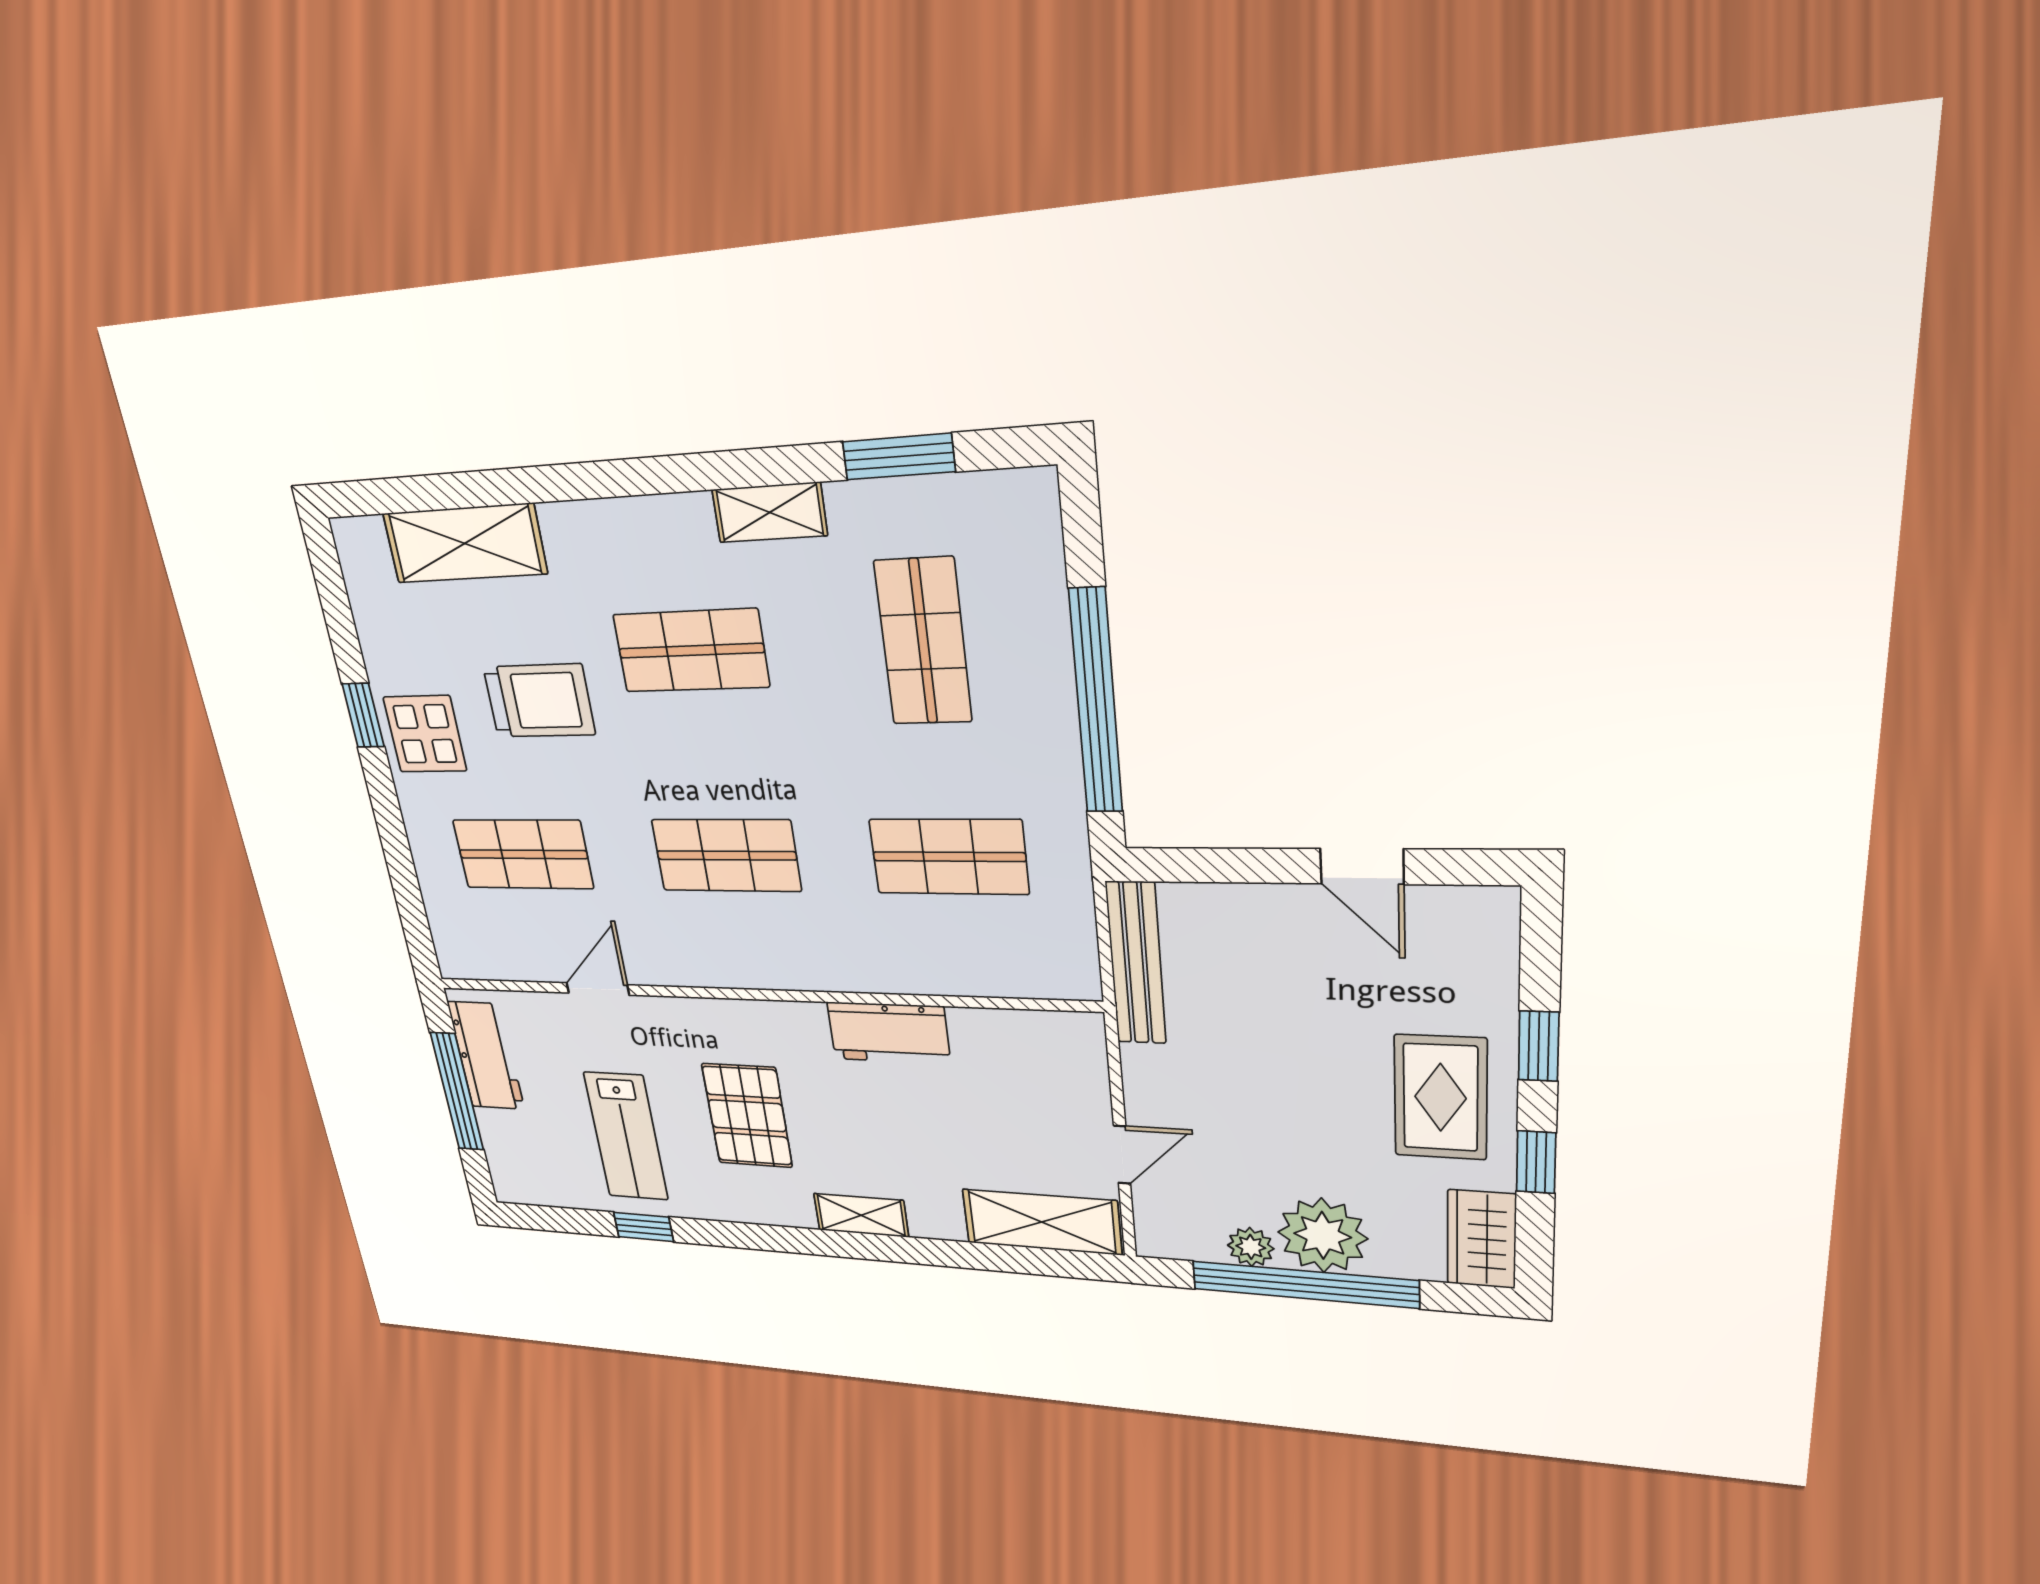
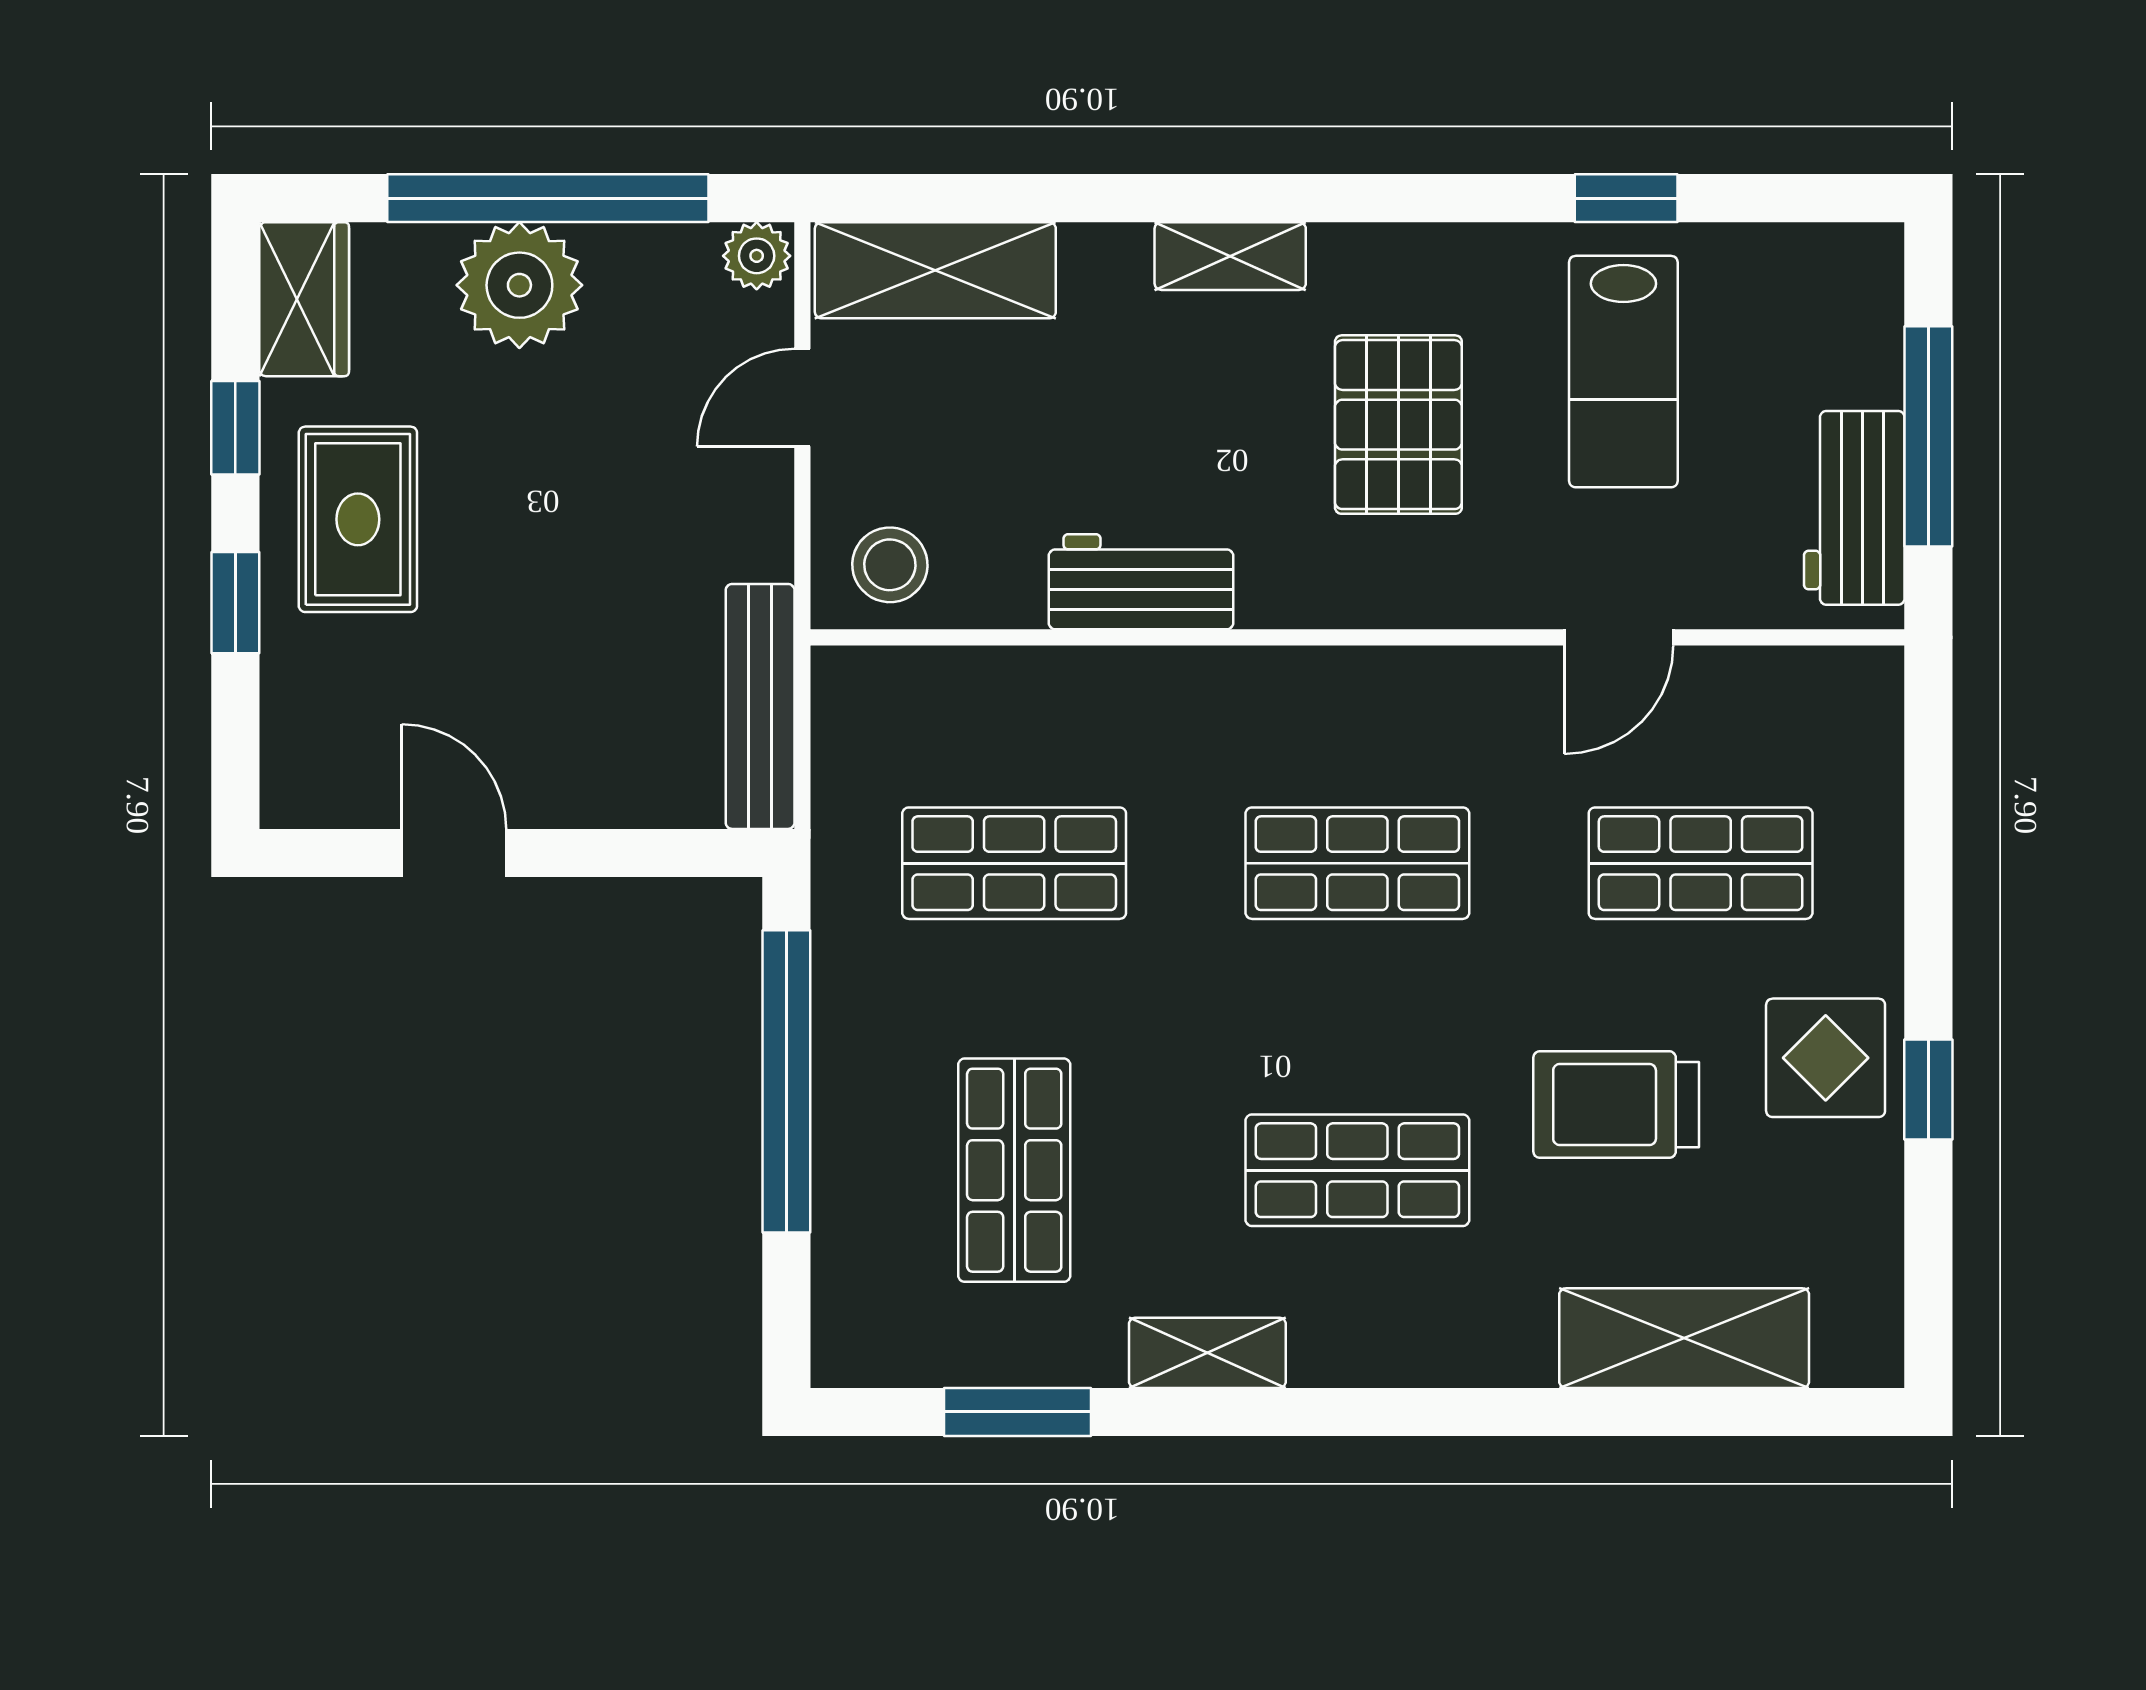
stool: (1054, 1050) -> (890, 565), added
lab bench: (626, 1136) -> (1623, 372), turned 180
plant: (1251, 1247) -> (757, 256), moved

